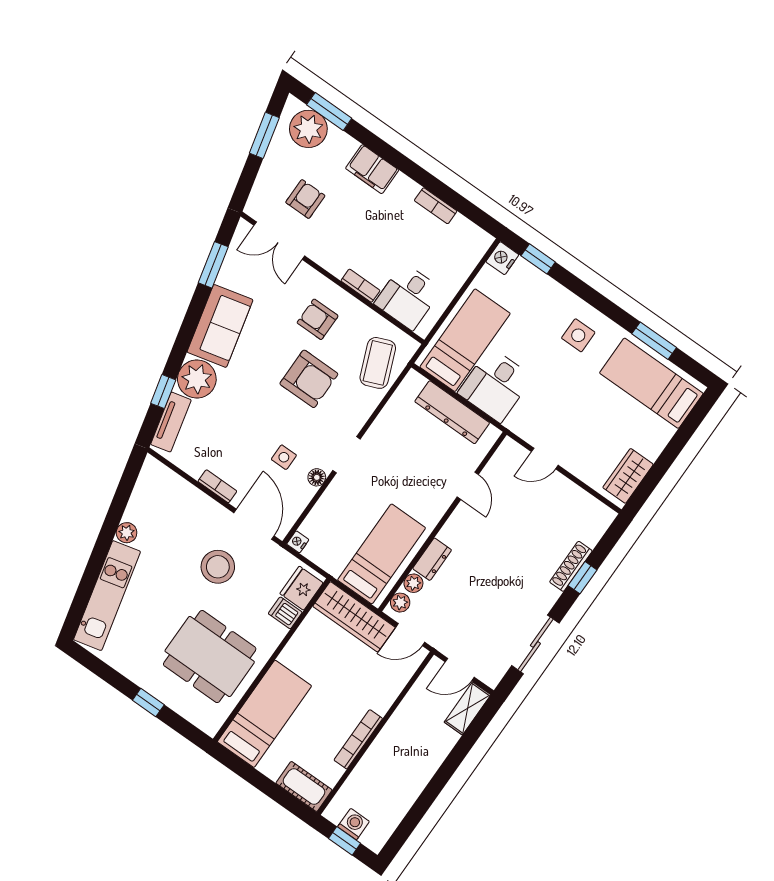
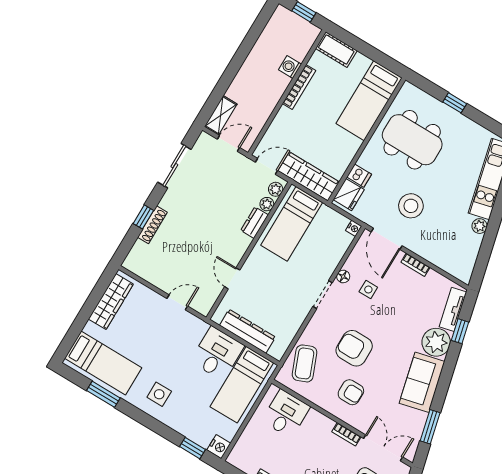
bookcase: (360, 286) -> (346, 434), moved
wardrobe: (628, 476) -> (111, 302), width x1.50
washing machine: (354, 824) -> (290, 67), moved, turned 90

